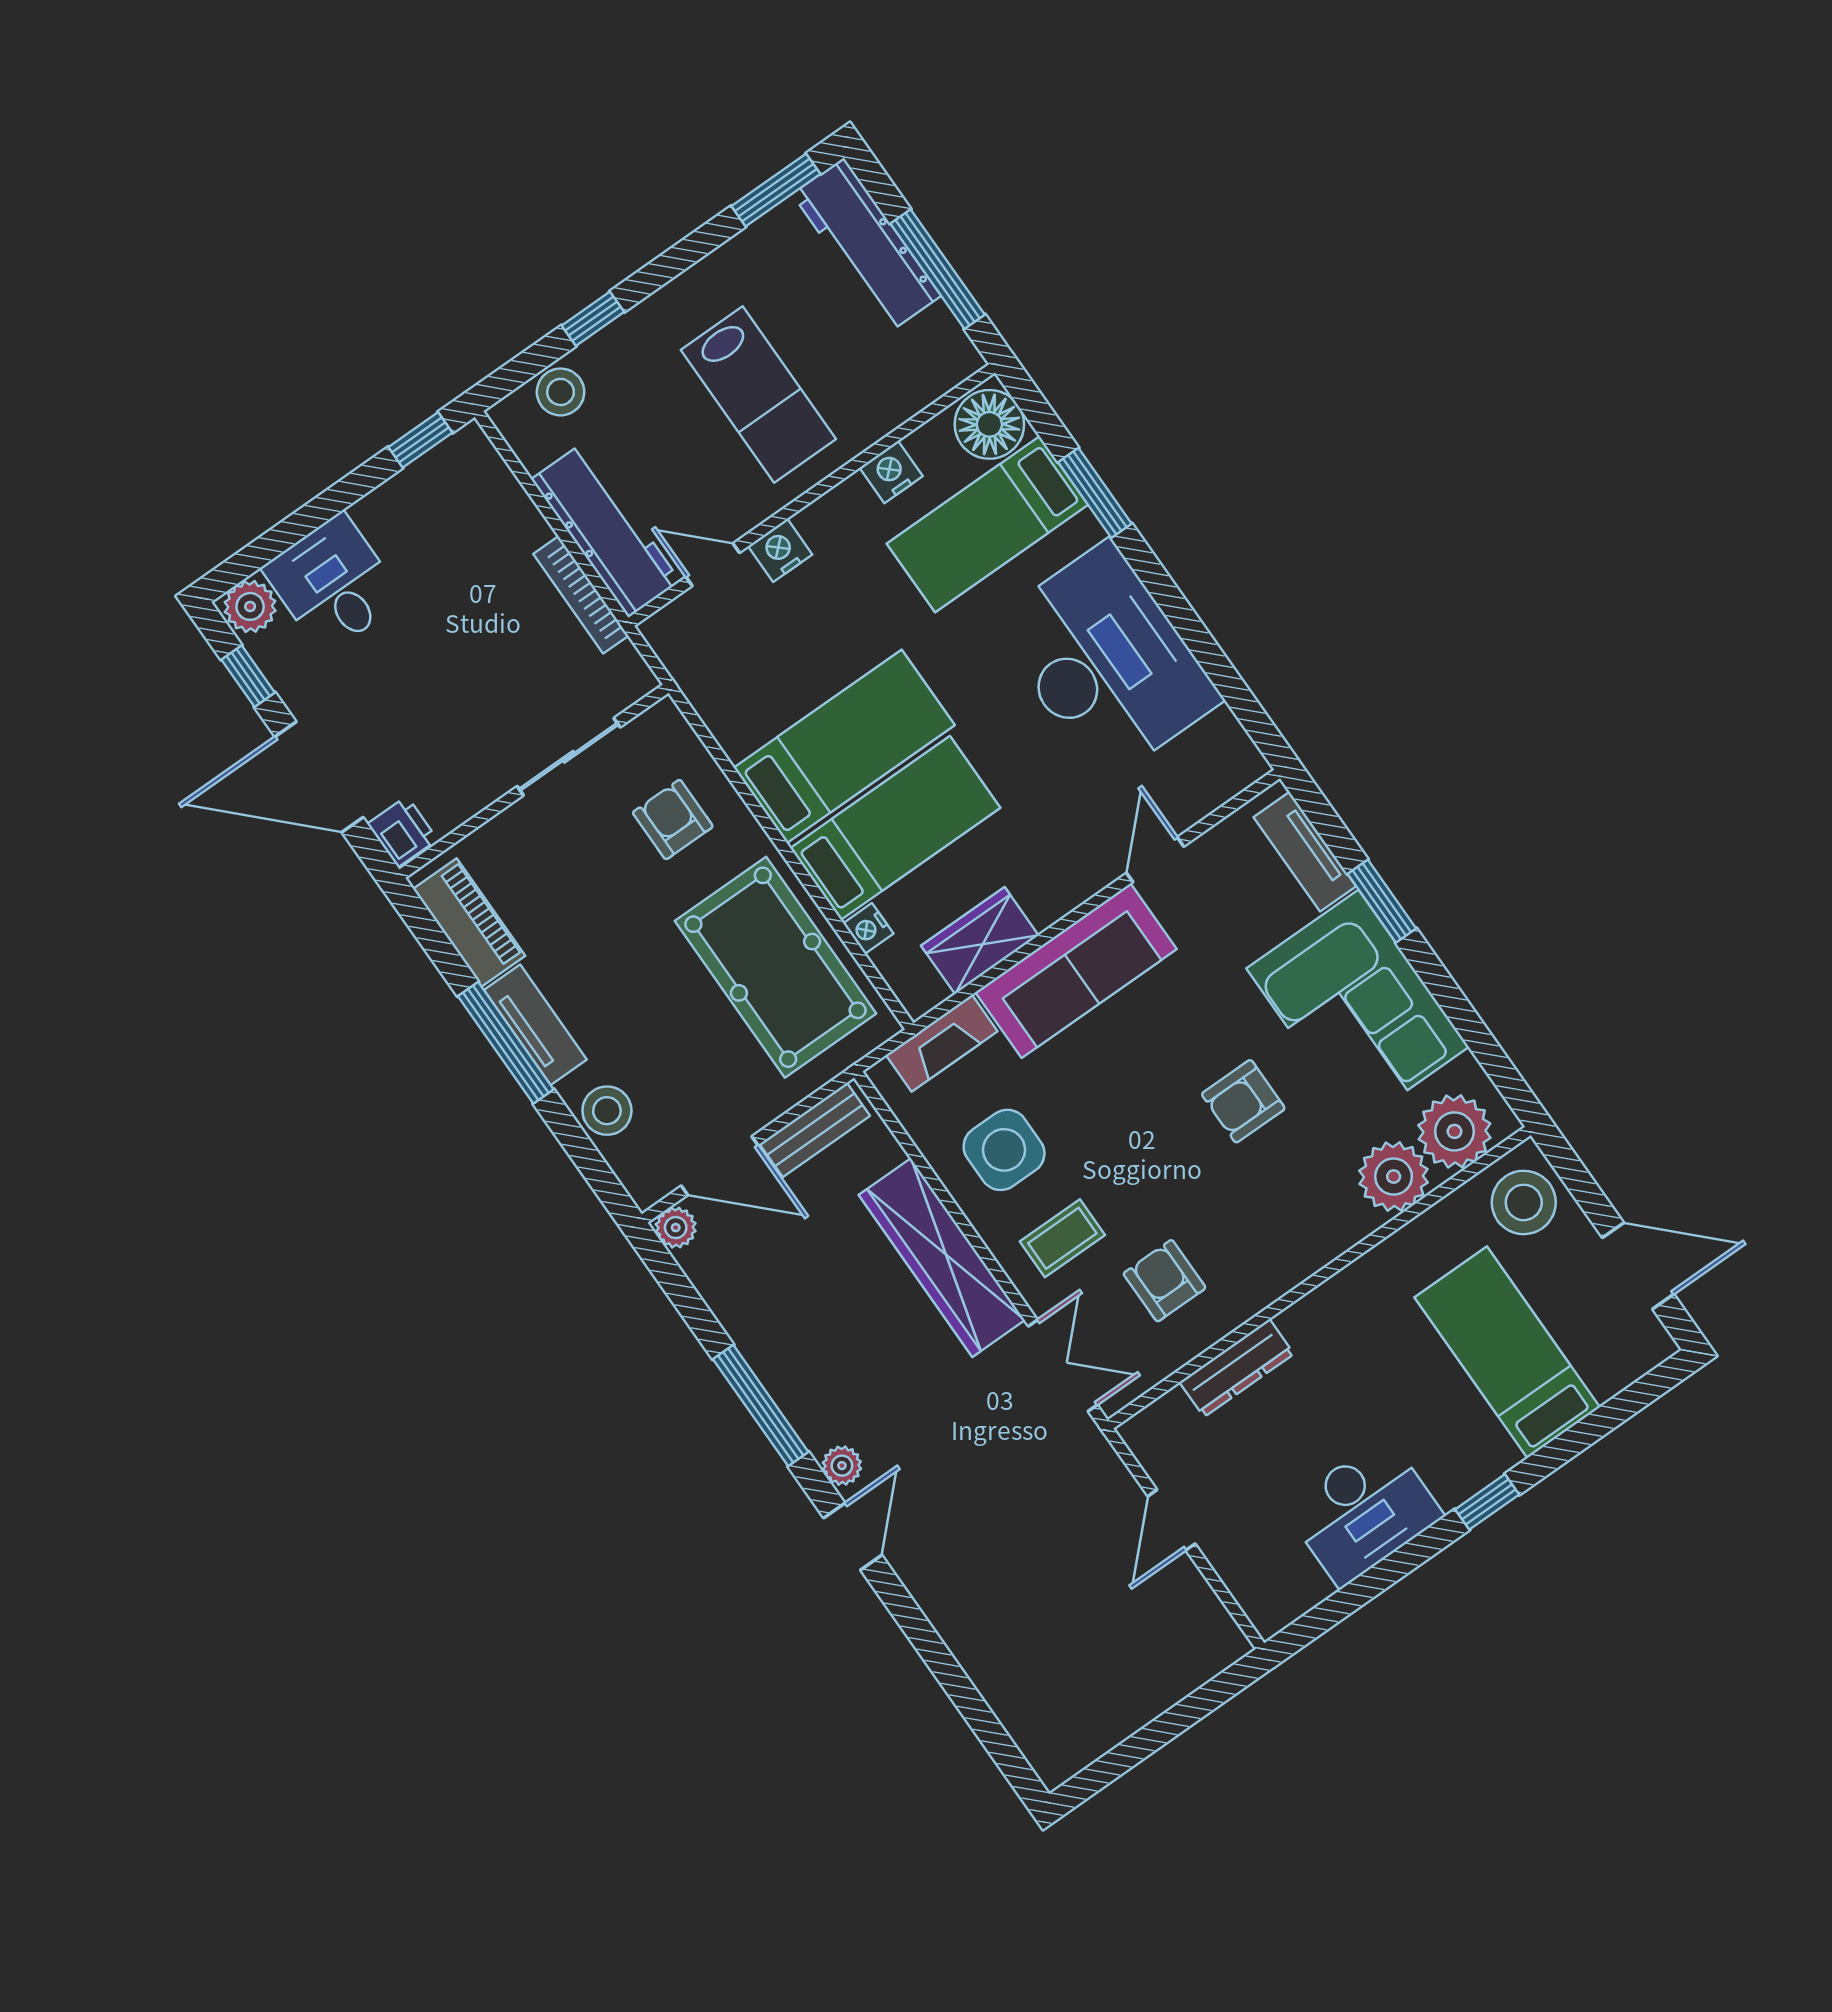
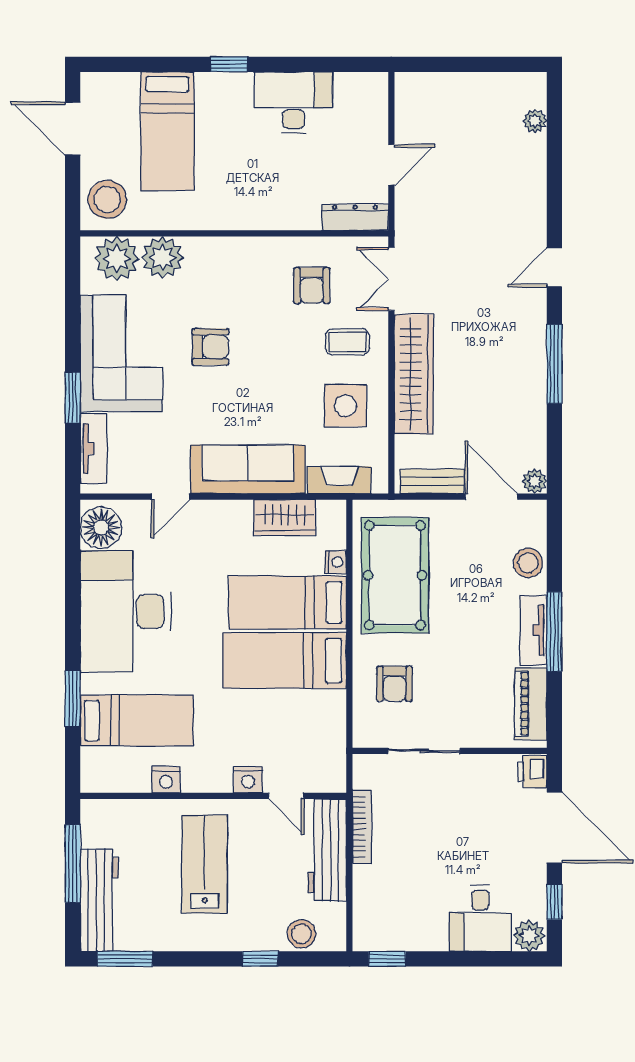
floor lamp: (989, 424) -> (101, 528), moved
dresser: (1237, 1368) -> (355, 217), moved
plant: (842, 1466) -> (535, 121), moved

